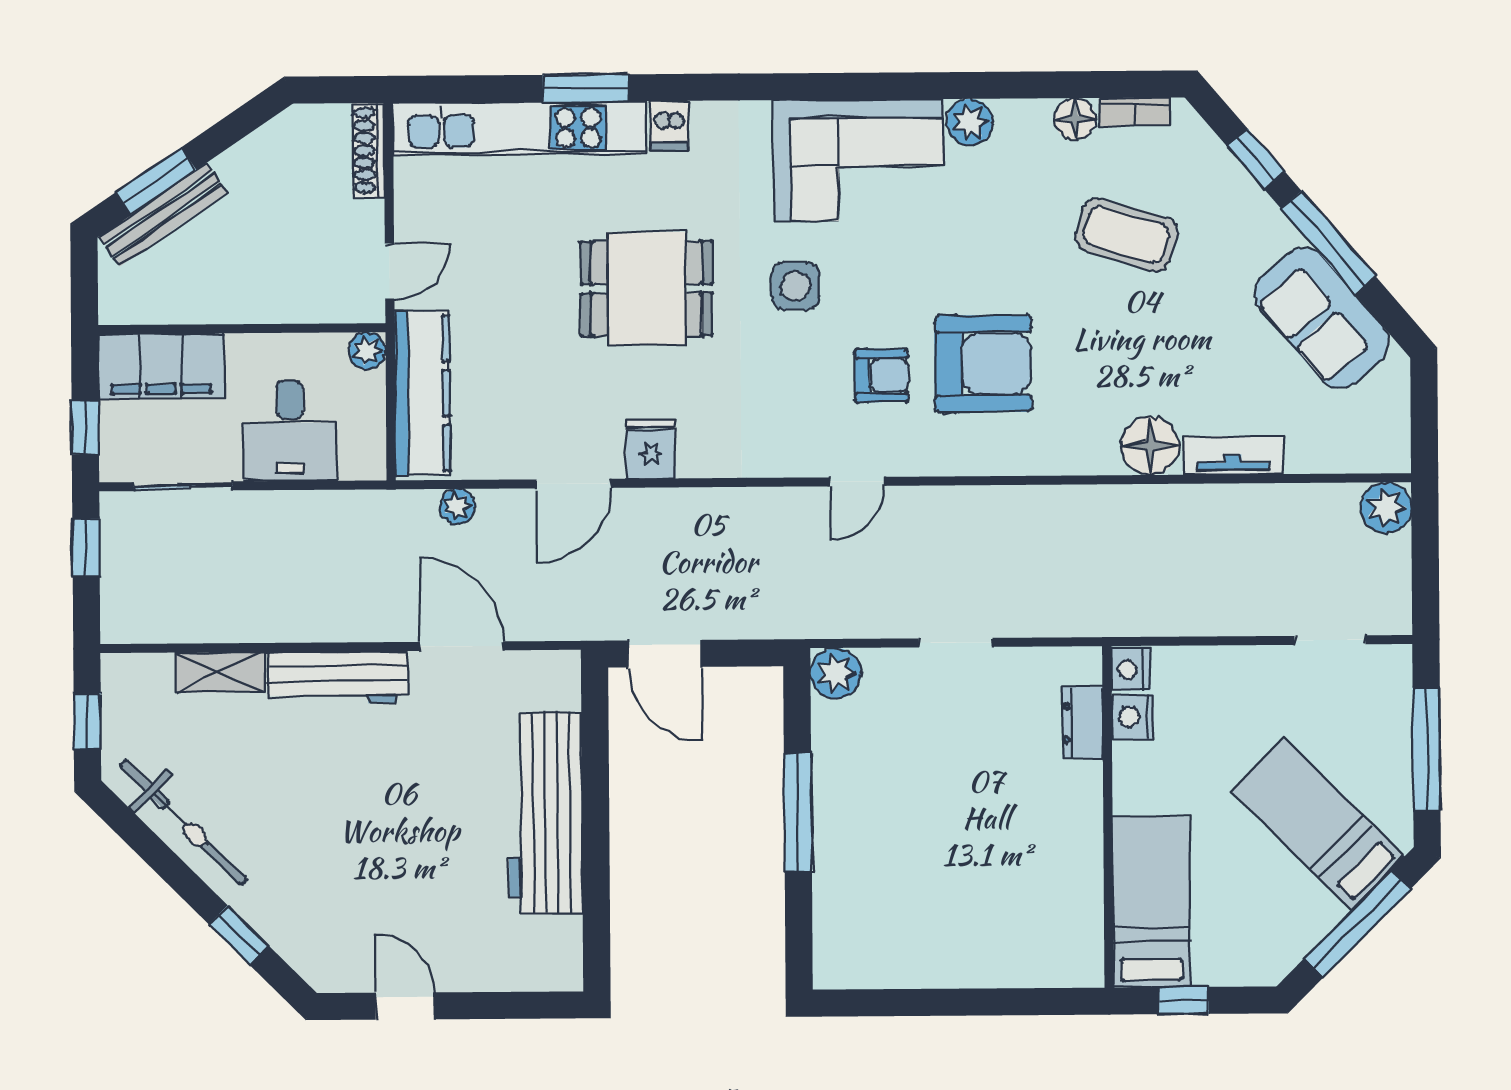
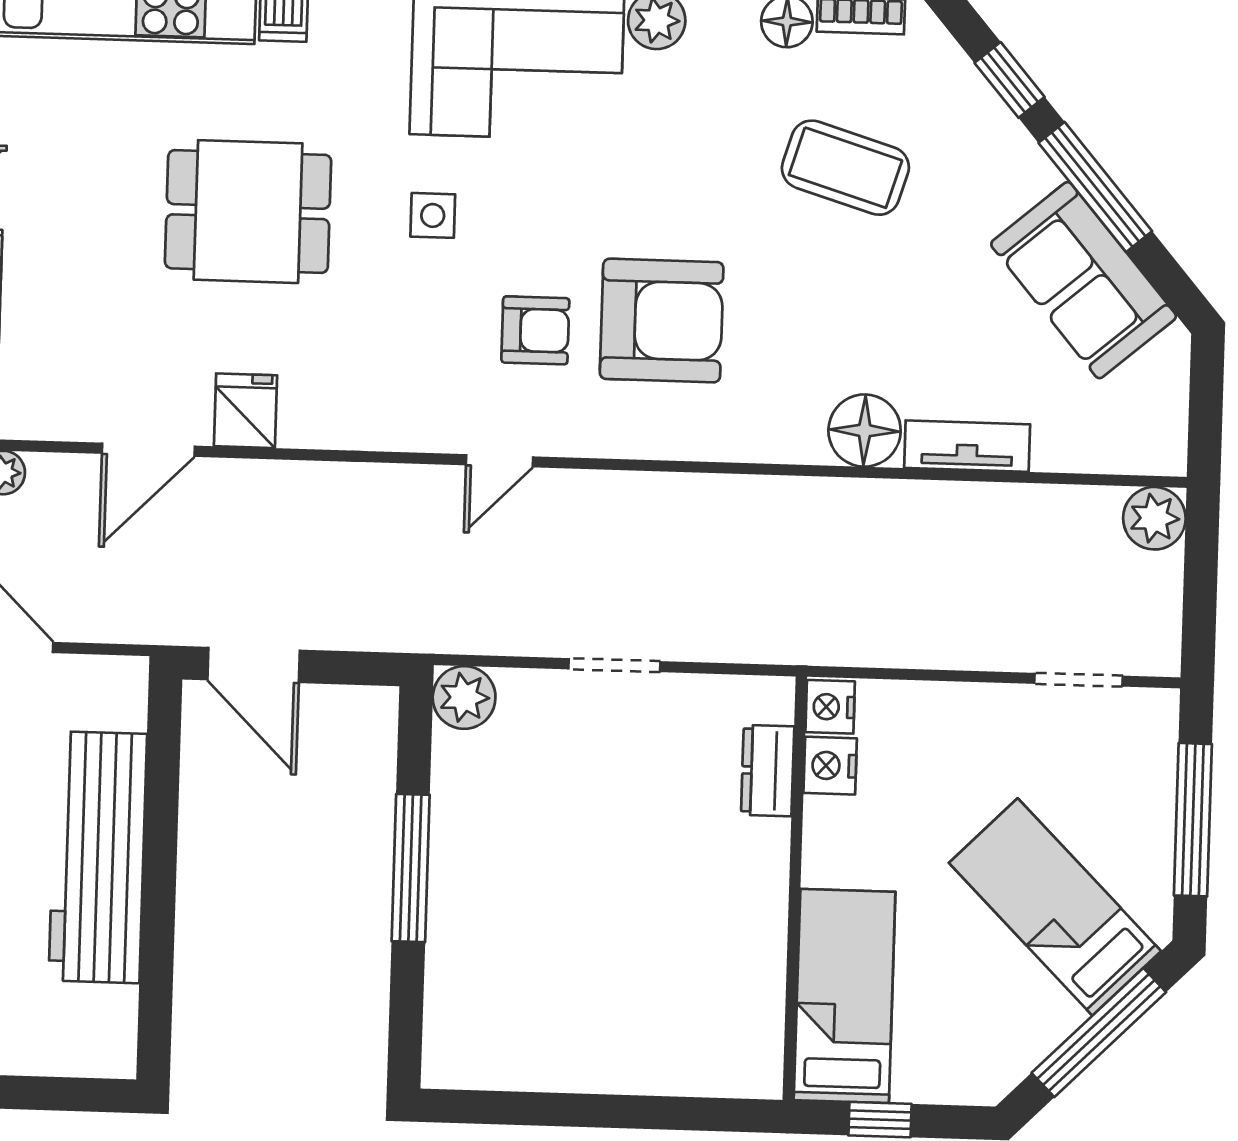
side table: (796, 286) -> (433, 215), width x0.73, depth x0.73

